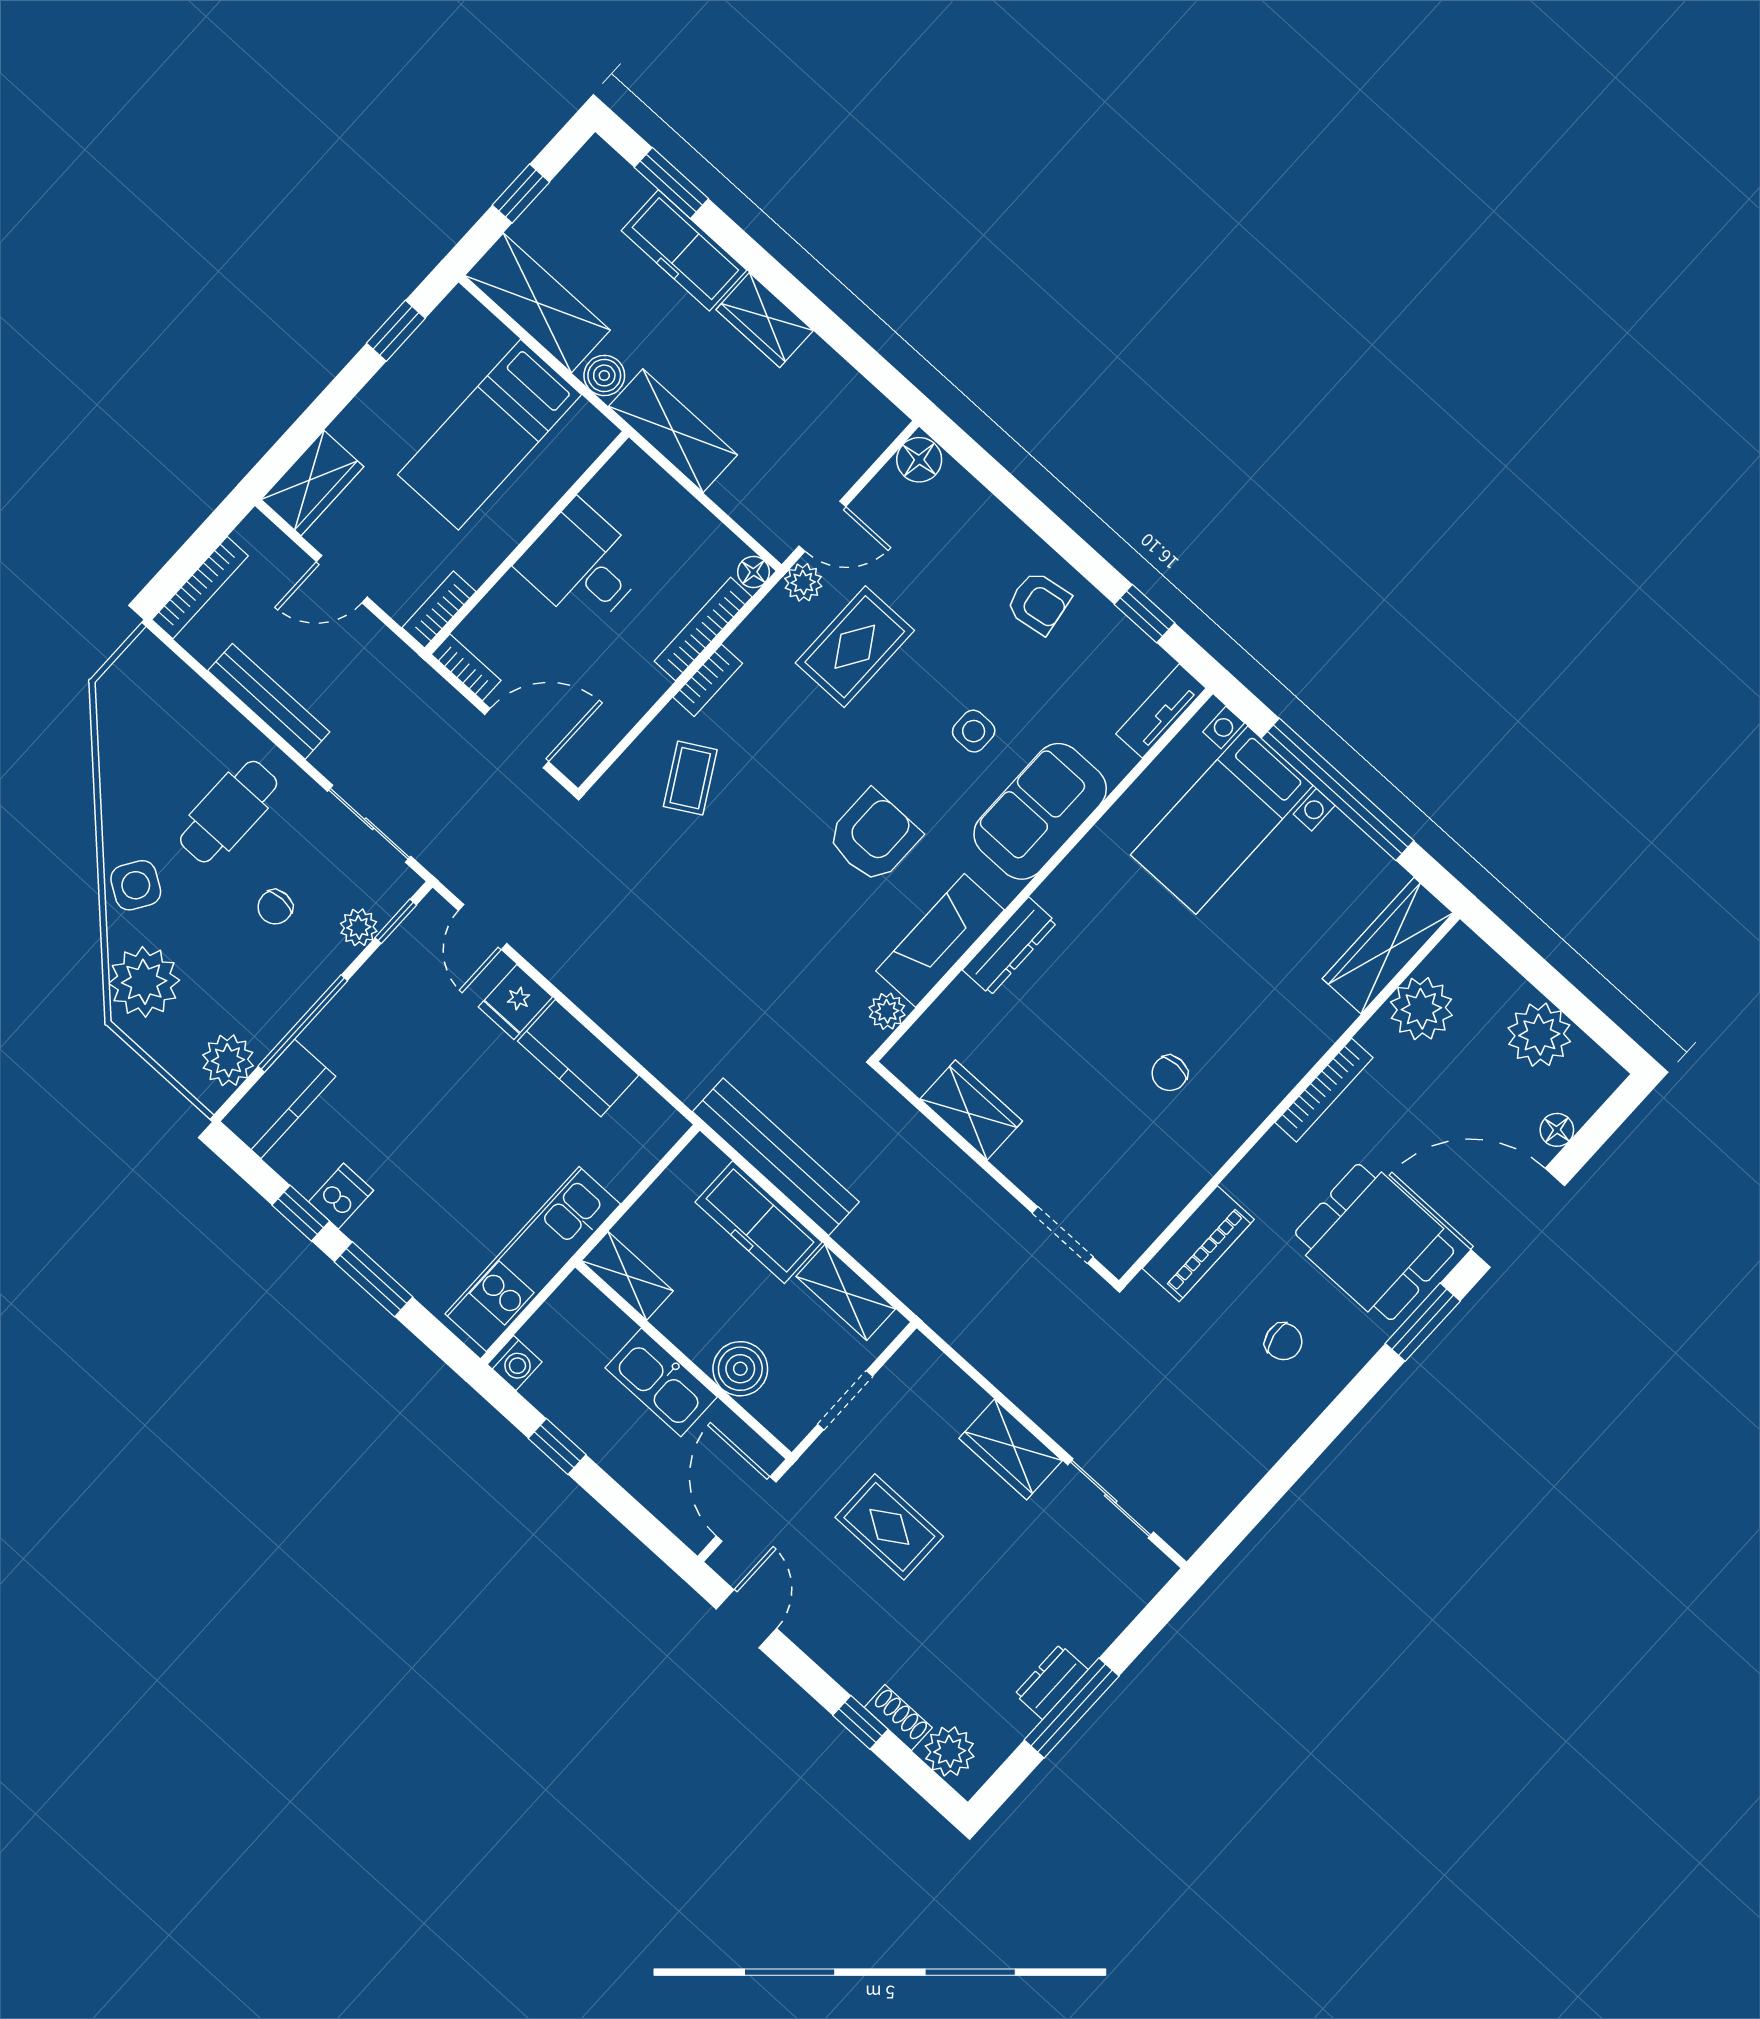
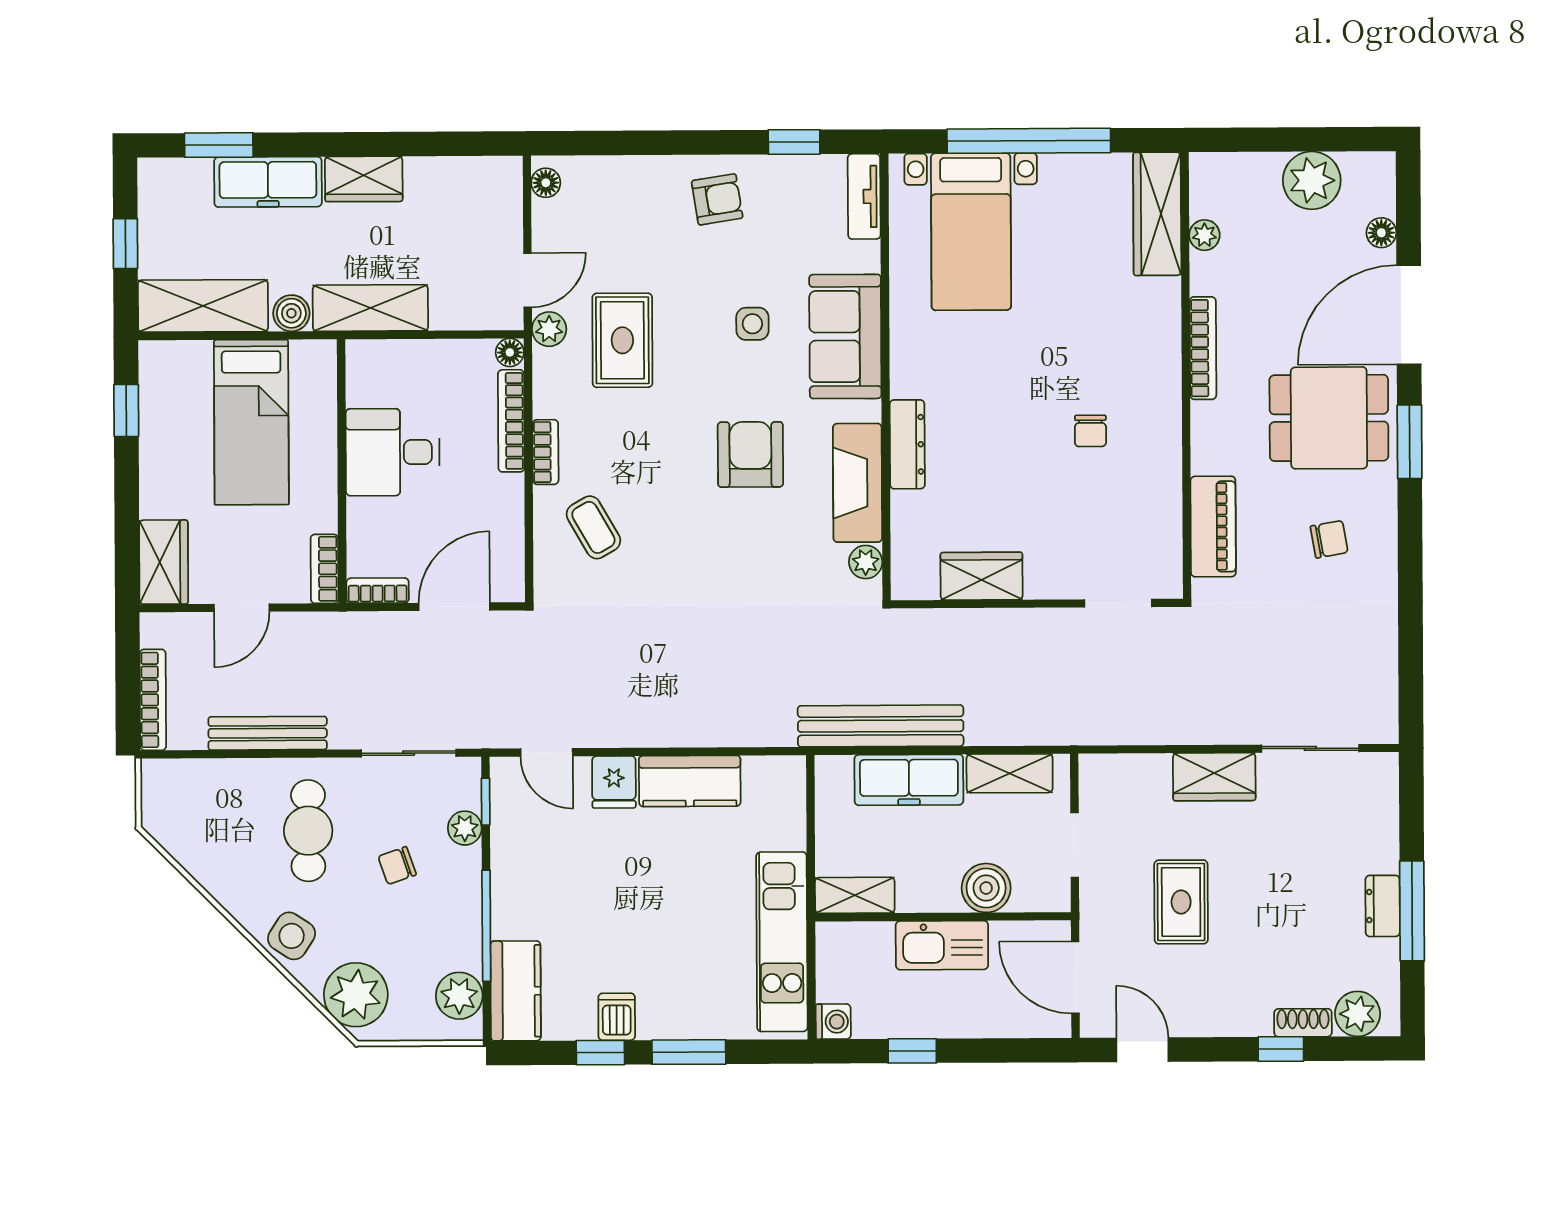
floor lamp: (919, 460) -> (546, 183), width x0.73, depth x0.73
chair: (275, 907) -> (397, 866), turned 71
plant: (1421, 1009) -> (1204, 235), width x0.53, depth x0.53
rug: (889, 1527) -> (1181, 902), turned 90

